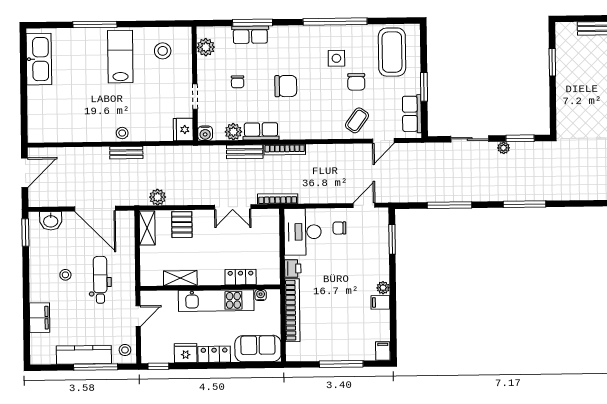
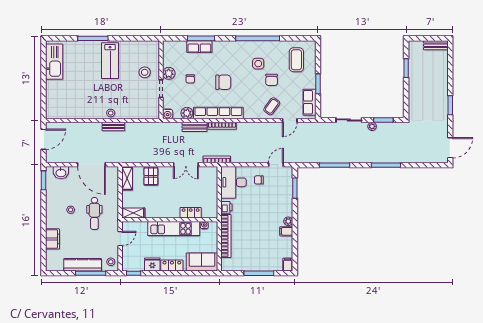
plant: (206, 47) -> (169, 73), moved
stool: (163, 51) -> (145, 72), moved
coffee table: (392, 52) -> (296, 60), width x0.73, depth x0.76
lab bench: (120, 57) -> (110, 61), turned 180
fridge: (183, 129) -> (153, 111), removed
row of seats: (261, 131) -> (218, 113), width x2.02
plant: (158, 197) -> (134, 157), removed
shelving: (180, 278) -> (133, 213), moved
dental chair: (100, 280) -> (94, 213), turned 180

